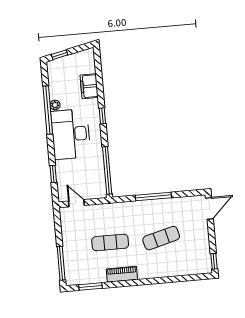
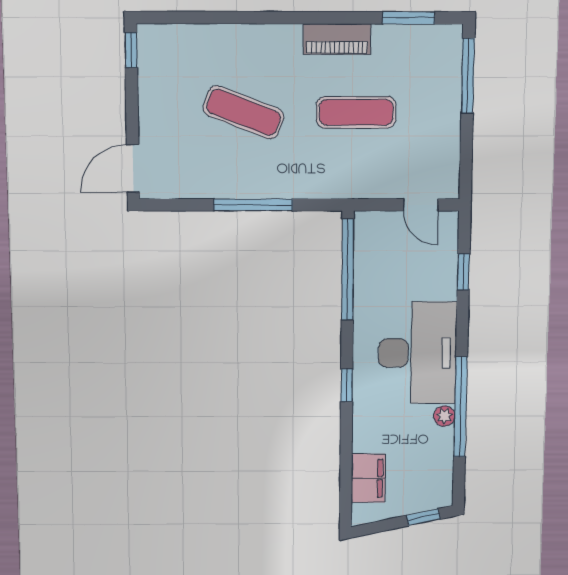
filing cabinet: (89, 86) -> (368, 478), moved
exercise mat: (161, 238) -> (244, 112), turned 36

